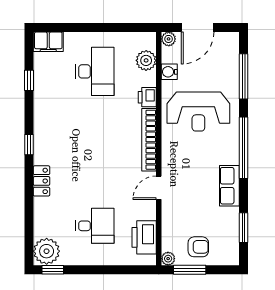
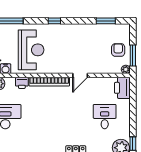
window: (244, 148) -> (54, 21), width x0.32
row of seats: (229, 186) -> (79, 30), removed
door: (159, 188) -> (80, 75), hinge flipped
printer: (144, 237) -> (122, 88), moved, turned 90

